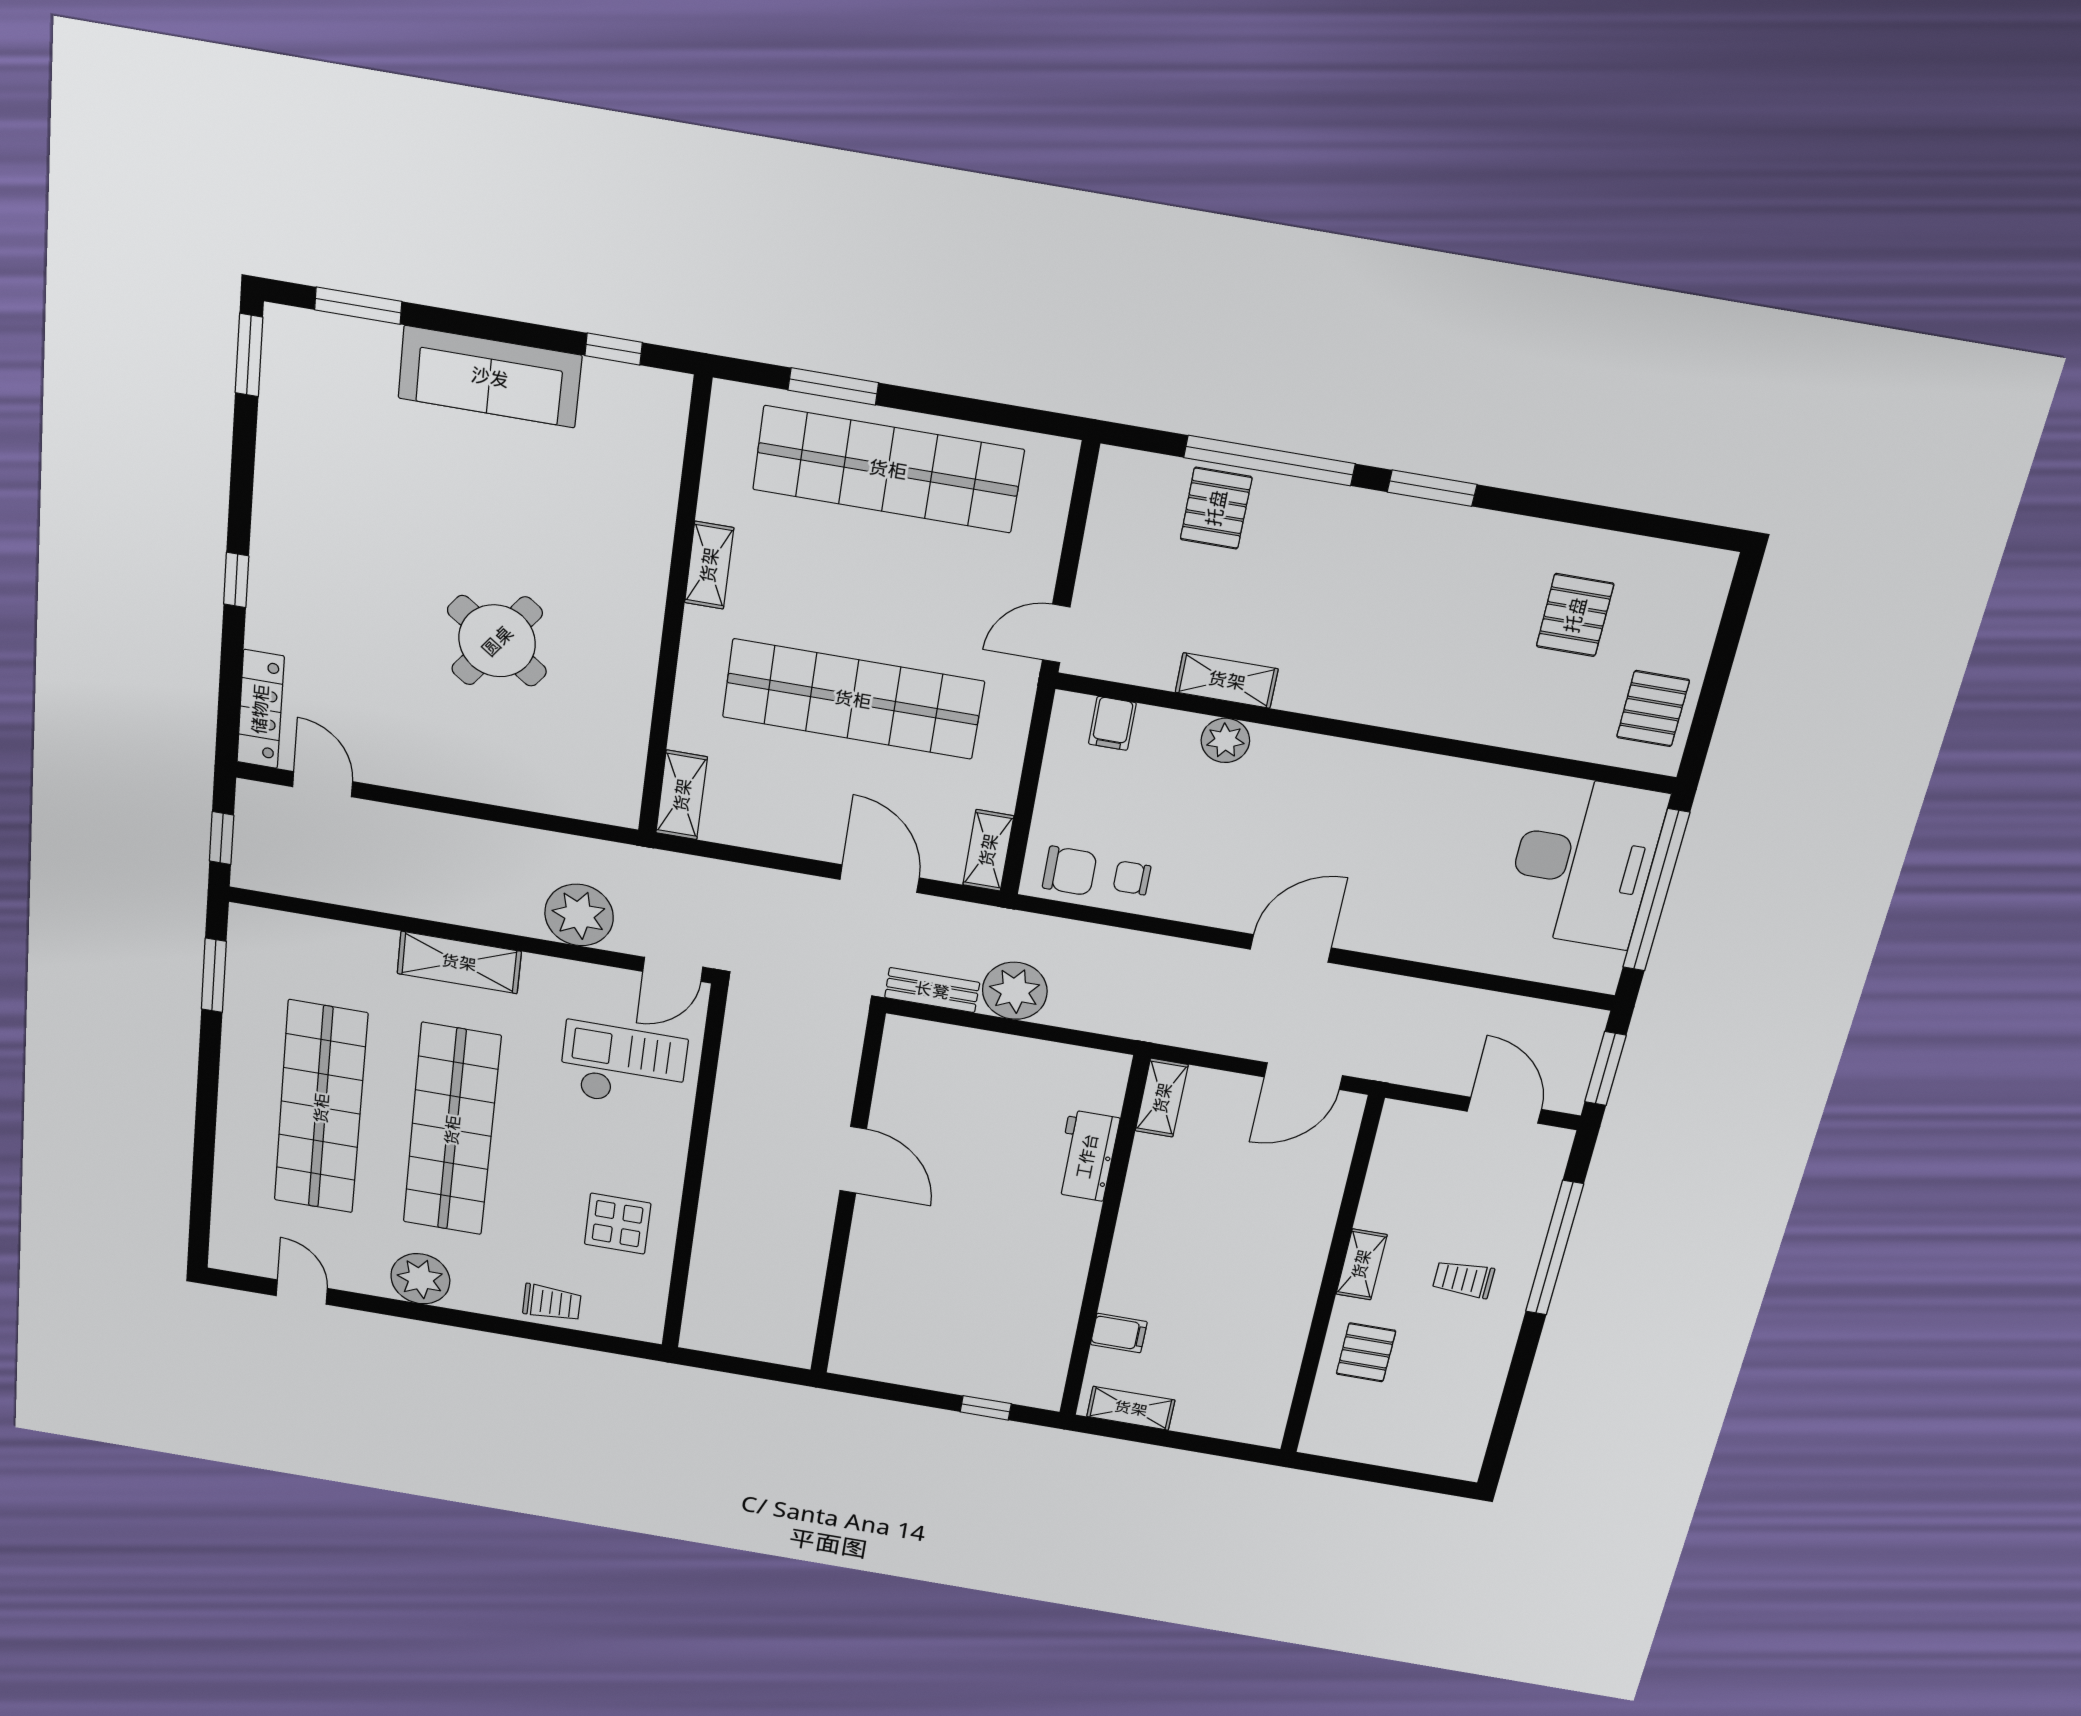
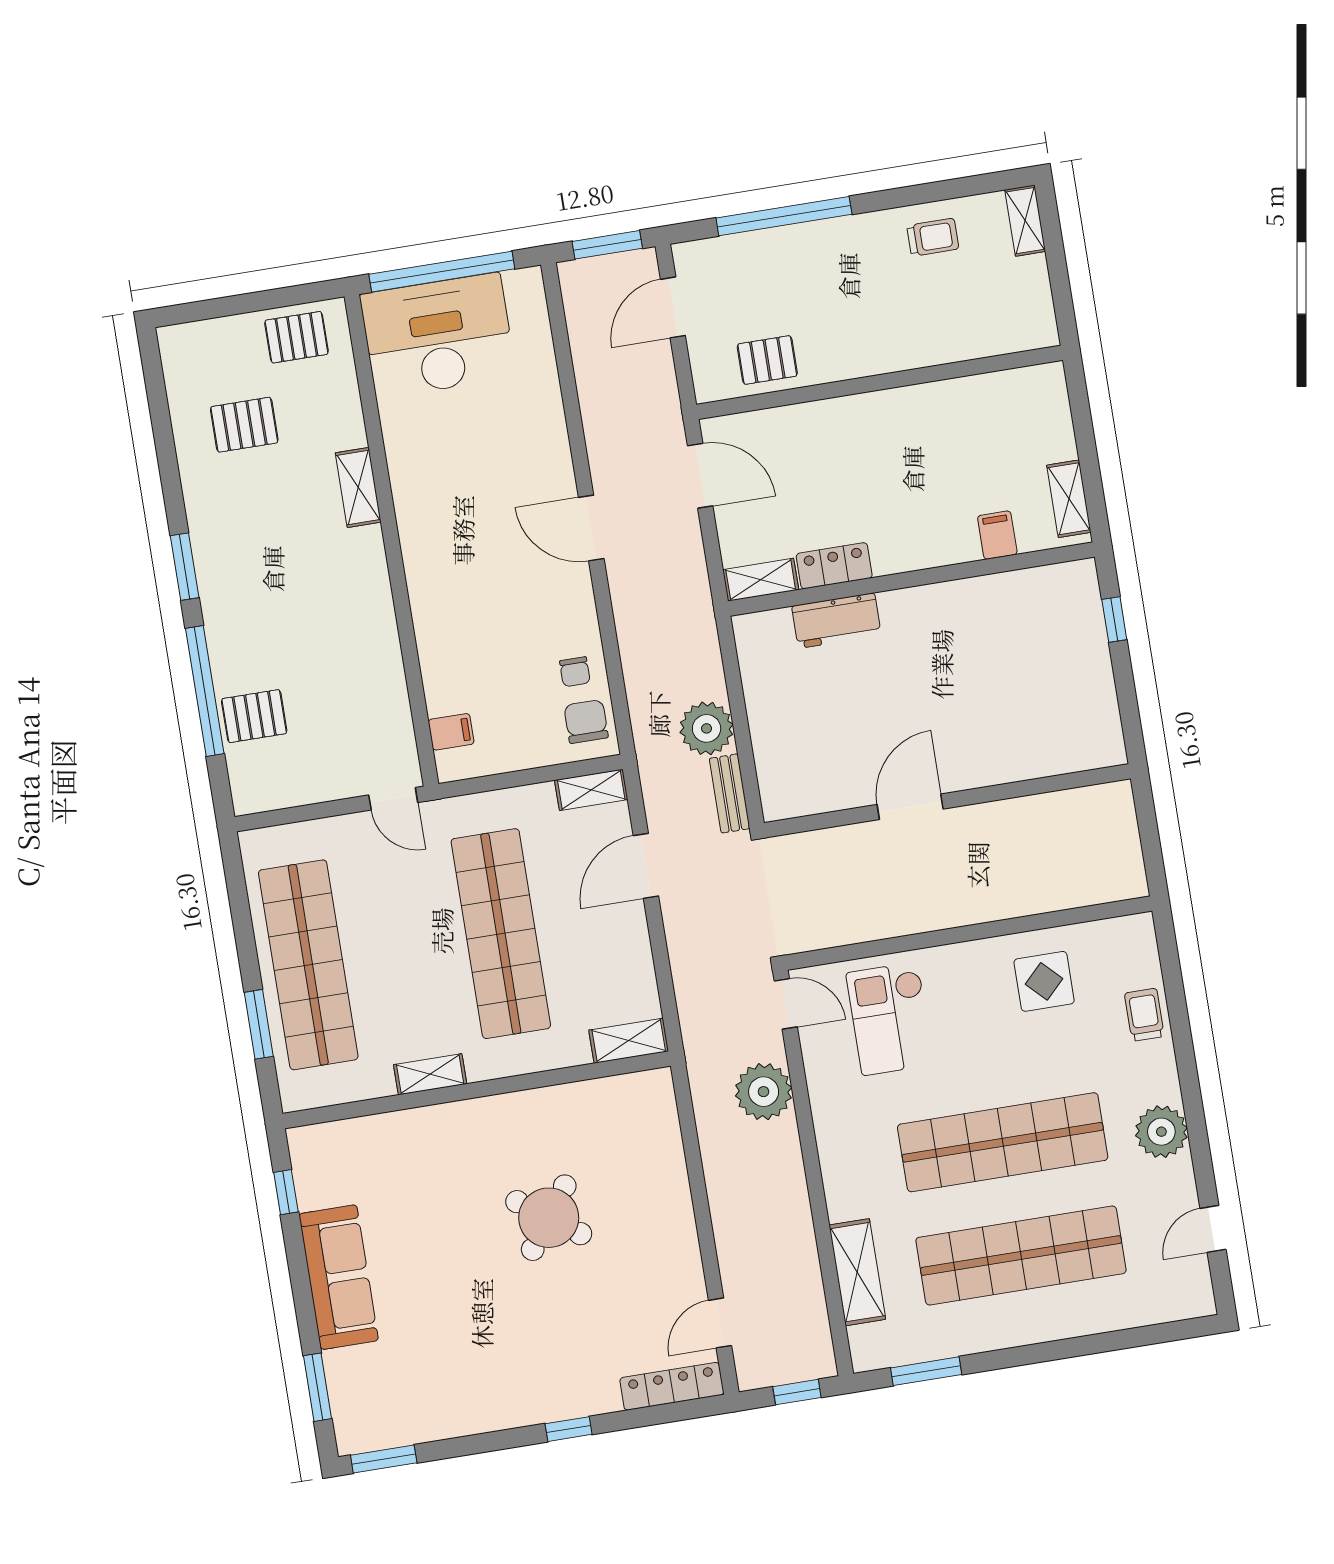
shelving: (1227, 680) -> (358, 487), moved
plant: (1225, 740) -> (435, 642), removed
shelving: (459, 962) -> (857, 1272), moved
locker: (1148, 1173) -> (834, 566), added
shelving: (1361, 1264) -> (1025, 221), moved, turned 90
trolley: (1463, 1279) -> (933, 237), moved, turned -90
pallet: (1366, 1352) -> (767, 360), moved

